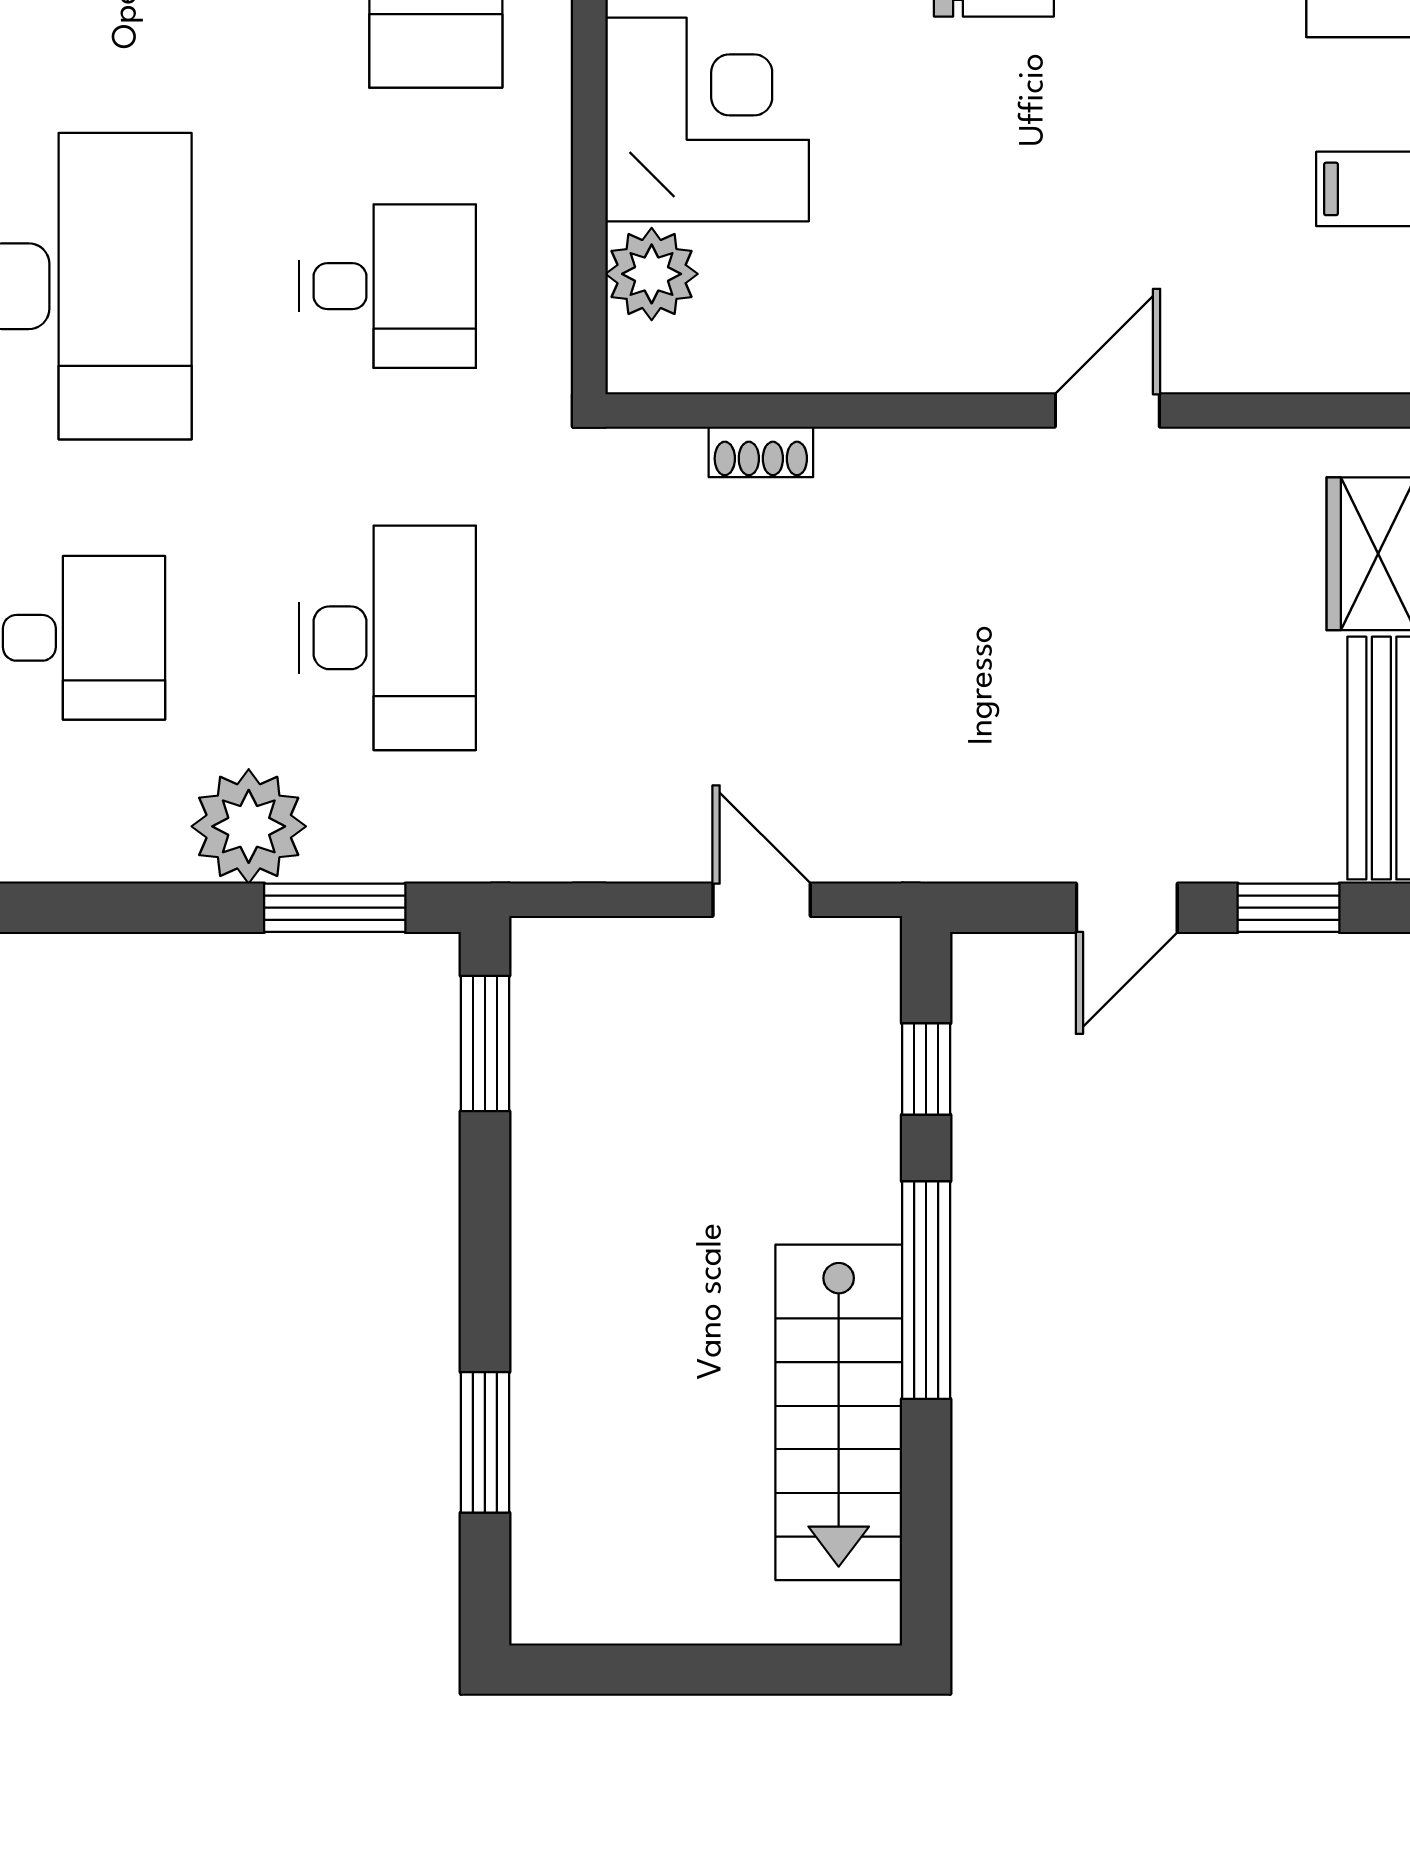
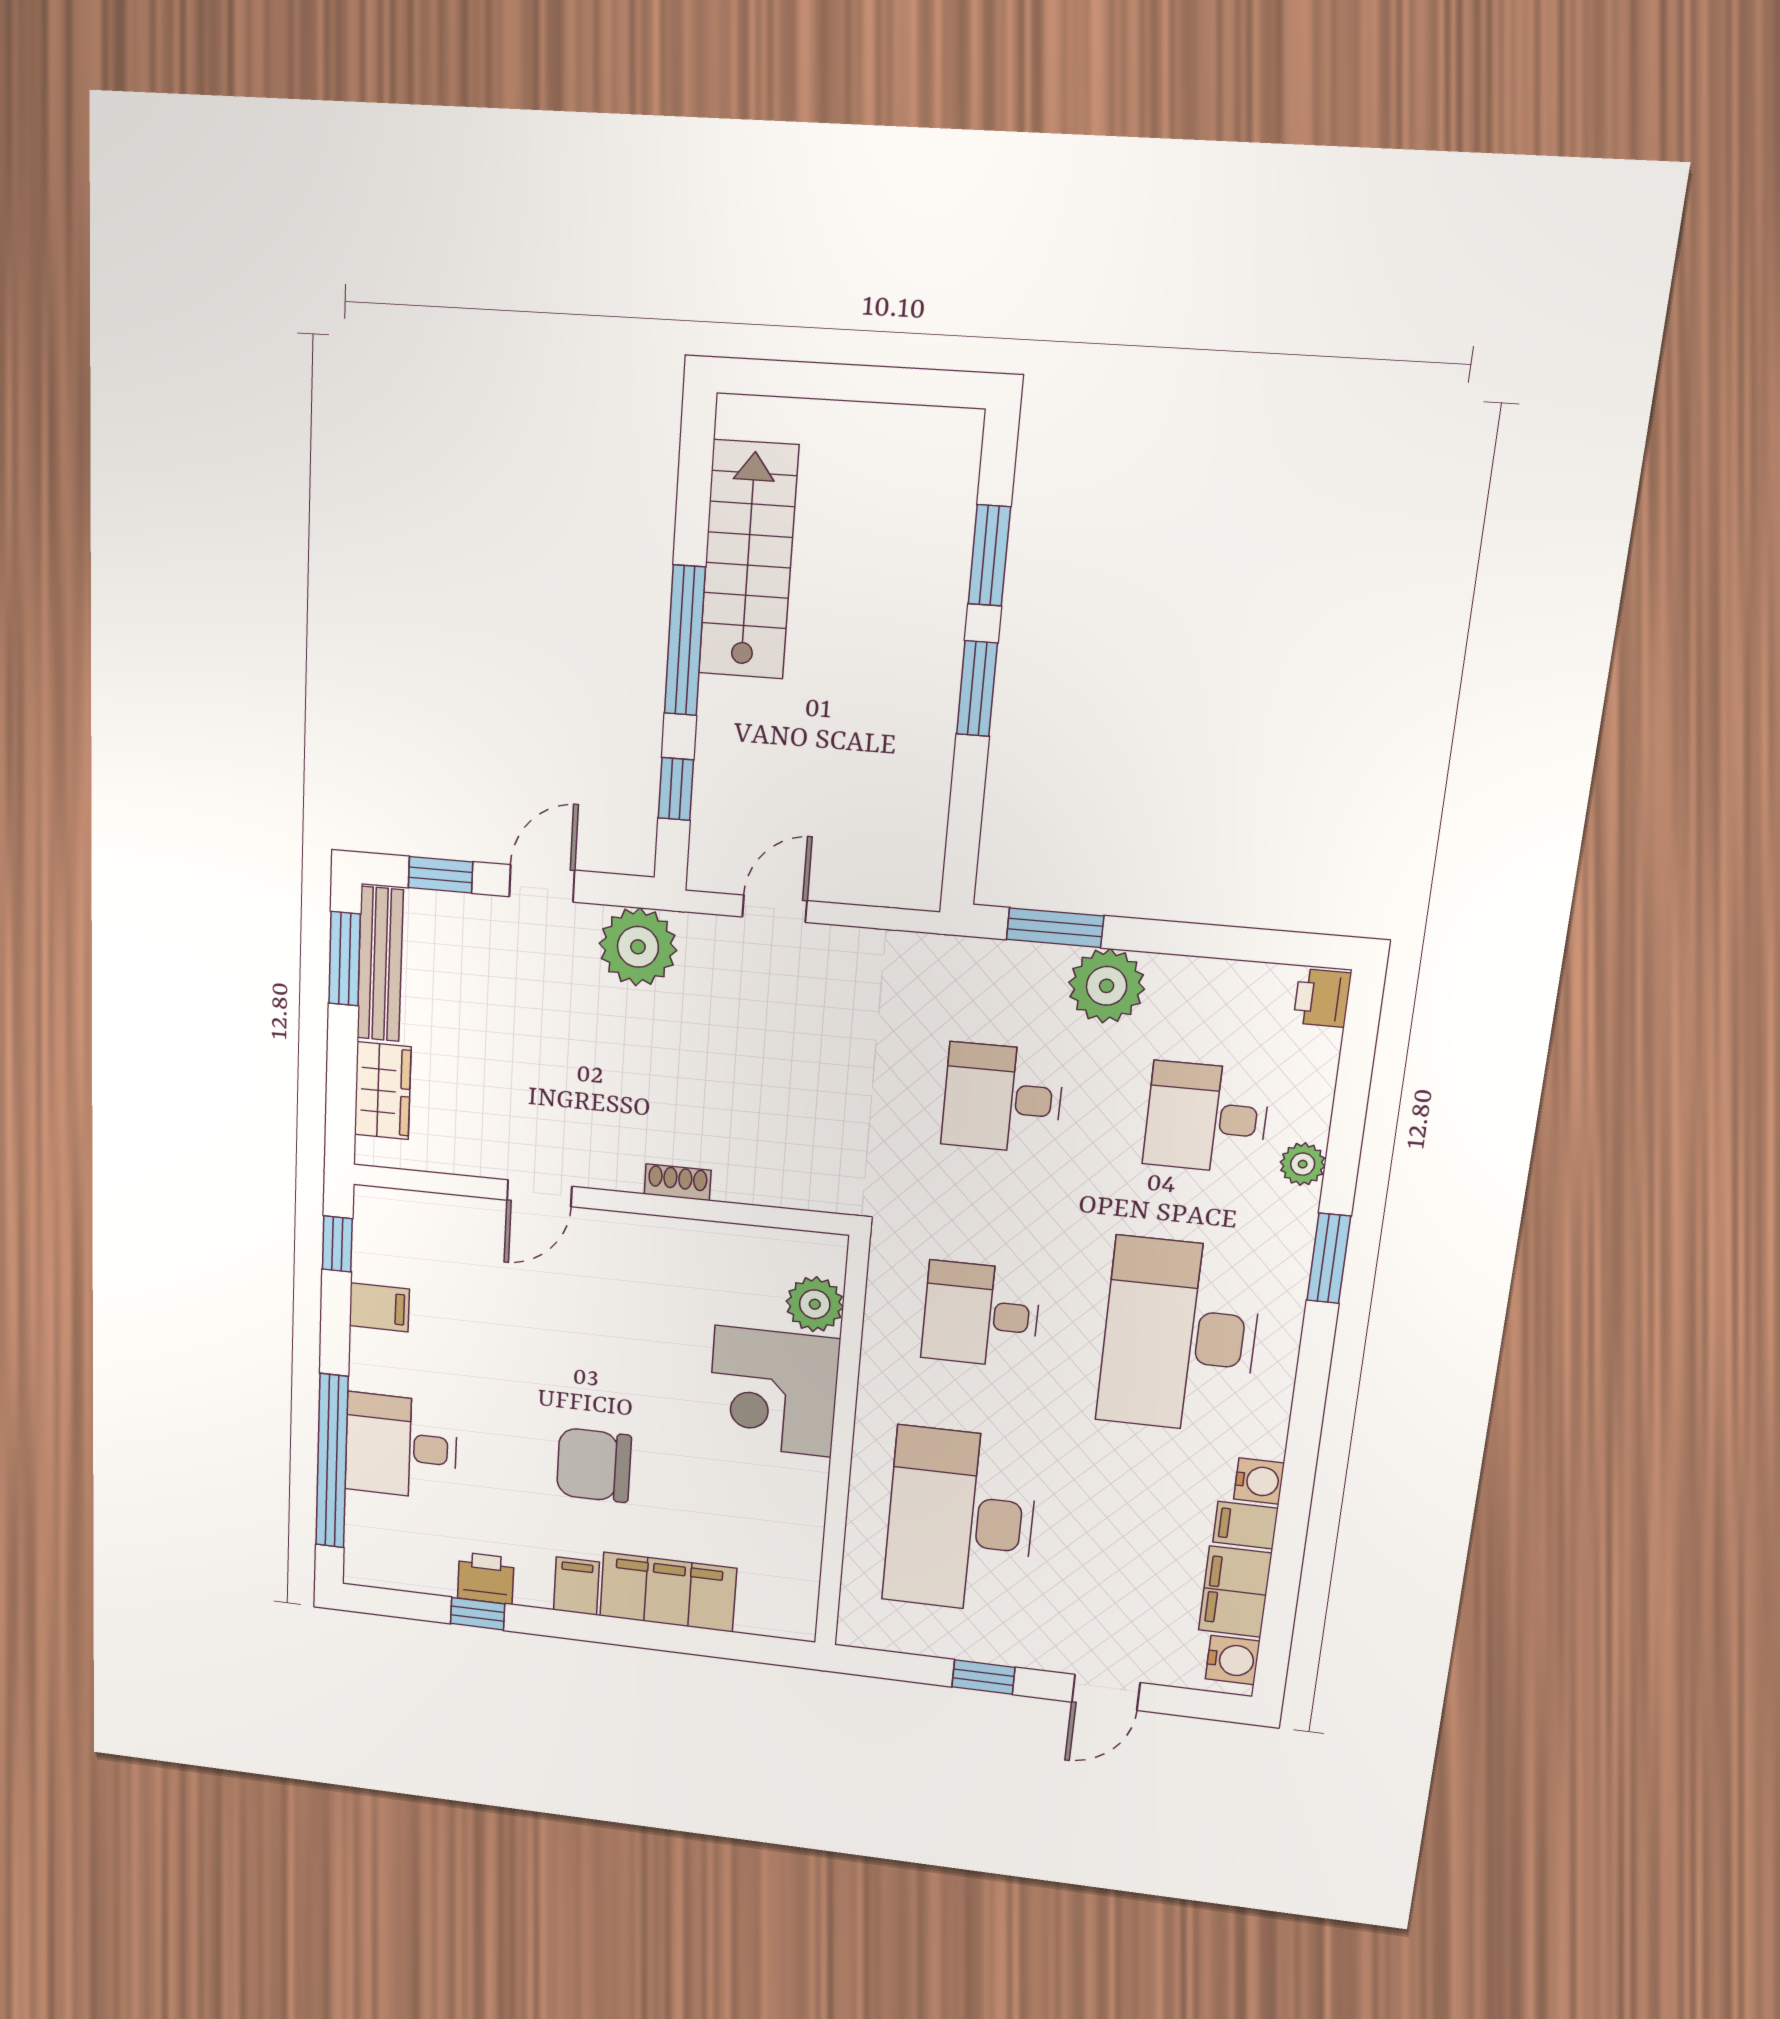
shoe rack: (761, 452) -> (678, 1182), moved
desk: (388, 638) -> (1003, 1098), width x0.73
plant: (970, 822) -> (638, 947), added
door: (762, 900) -> (775, 909), swing flipped
window: (485, 1044) -> (977, 689), moved

